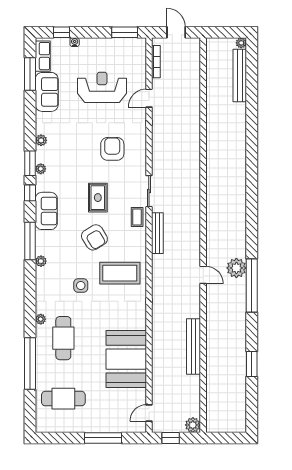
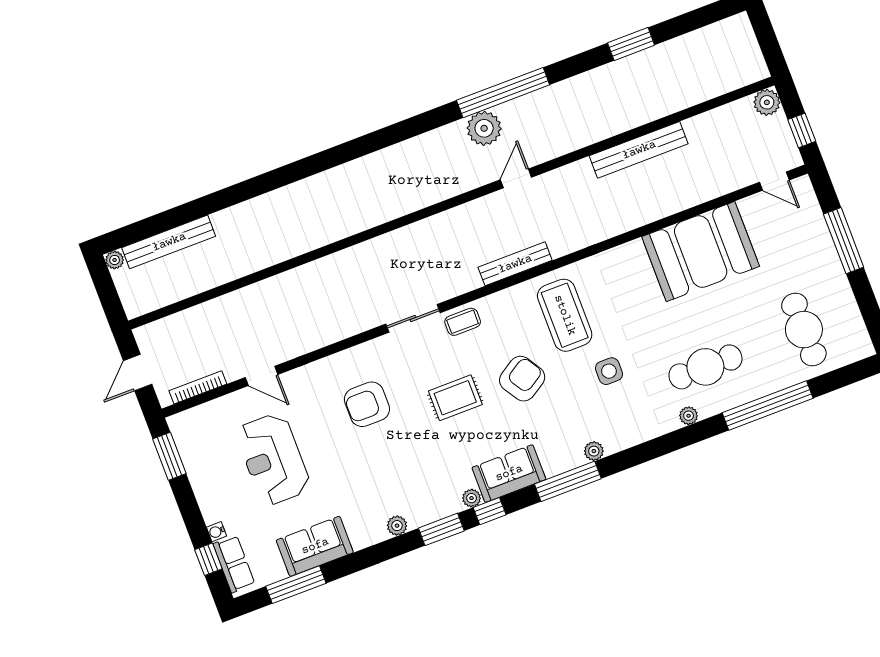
row of seats: (43, 56) -> (234, 564), moved, turned 90
plant: (41, 169) -> (472, 498), moved
bench: (157, 233) -> (515, 264), moved

